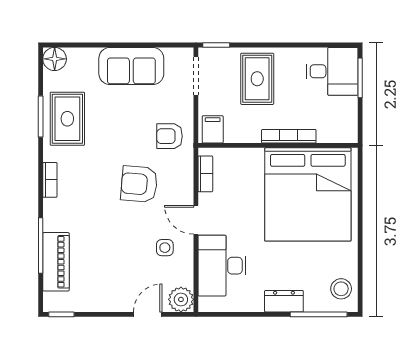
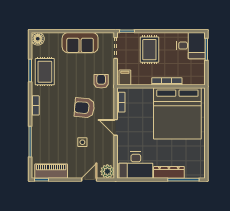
armchair: (169, 136) -> (101, 81), turned 90
side table: (165, 248) -> (82, 142), moved
piano: (56, 262) -> (51, 171), moved, turned -90
desk: (222, 266) -> (136, 165), moved, turned -90
stool: (341, 289) -> (196, 166), removed
dresser: (284, 301) -> (169, 172), width x1.44

